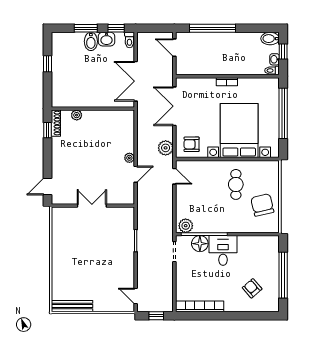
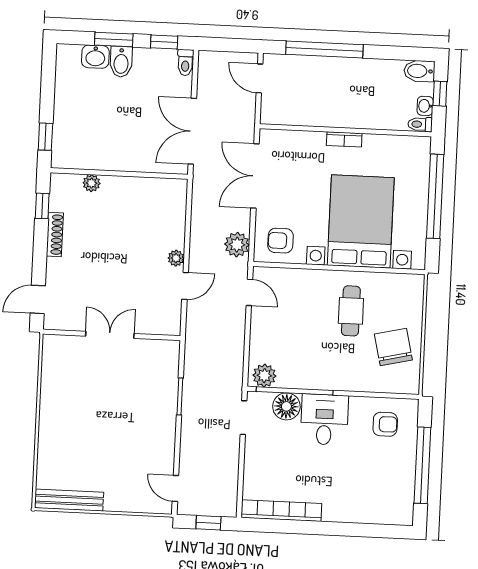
washbasin: (106, 39) -> (95, 57), moved
window: (48, 64) -> (45, 137), moved
shoe rack: (56, 123) -> (55, 235), moved
armchair: (252, 288) -> (385, 424), moved, turned 131

